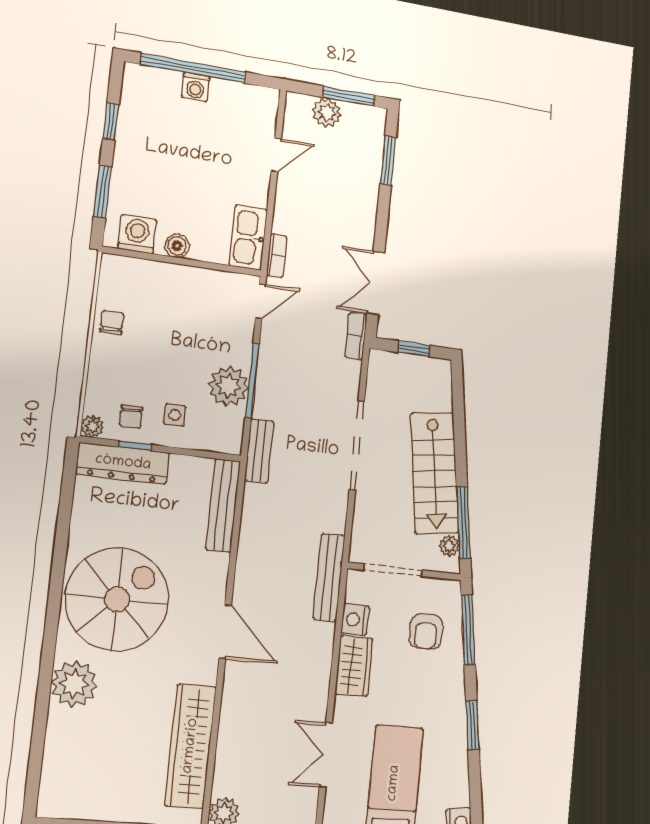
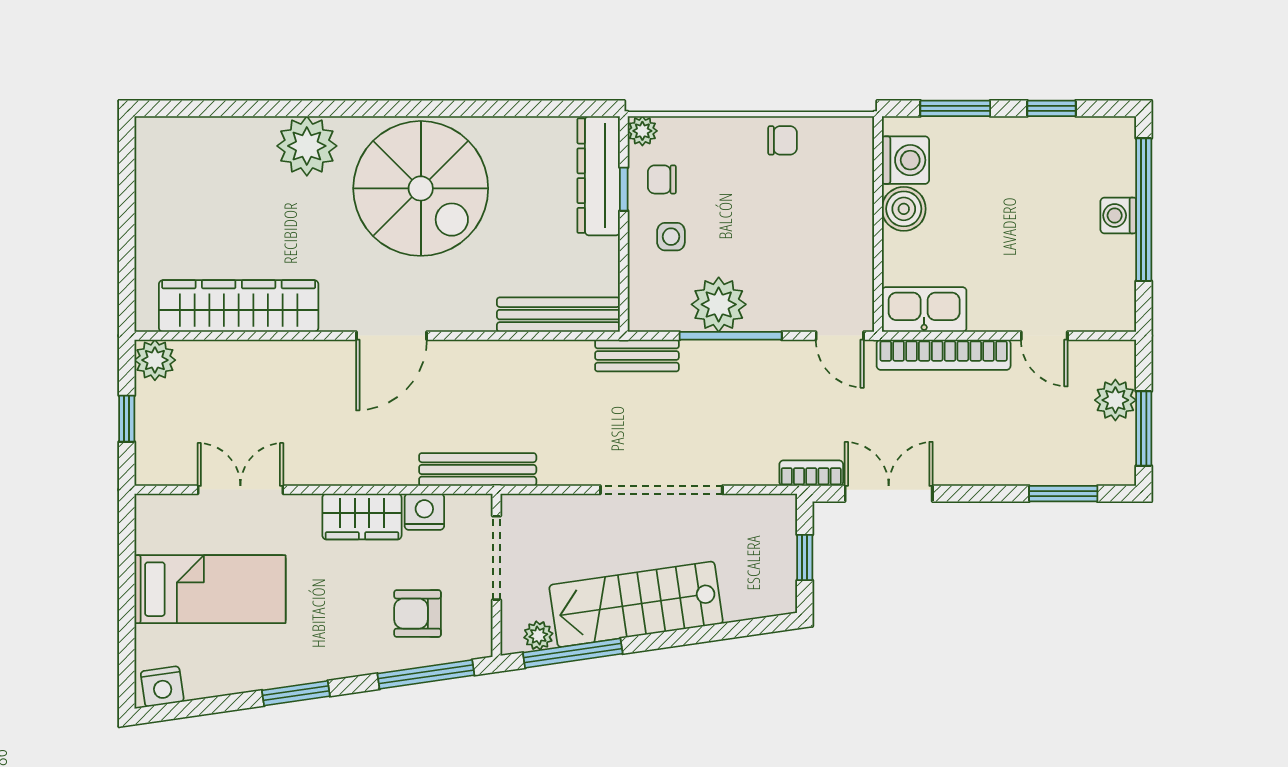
boiler: (177, 246) -> (904, 209), width x1.36, depth x1.36
bookcase: (277, 256) -> (944, 355), width x2.31, depth x1.31

